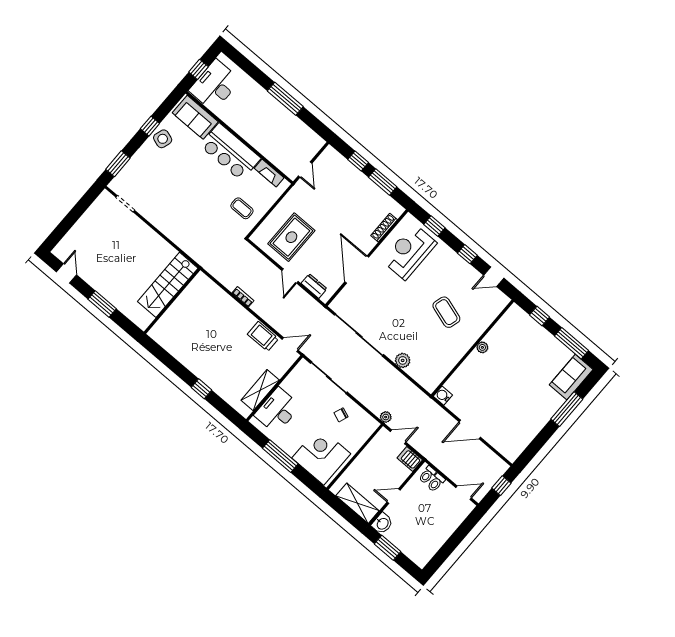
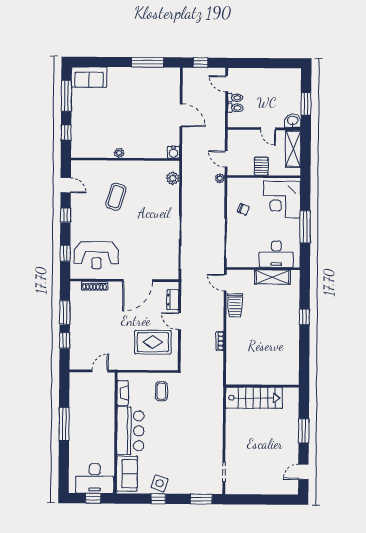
door: (290, 276) -> (180, 321), swing flipped
plant: (403, 360) -> (173, 178), moved
window: (567, 409) -> (148, 62), moved
server rack: (410, 459) -> (261, 166), moved, turned 180
toilet: (427, 475) -> (235, 98), moved

